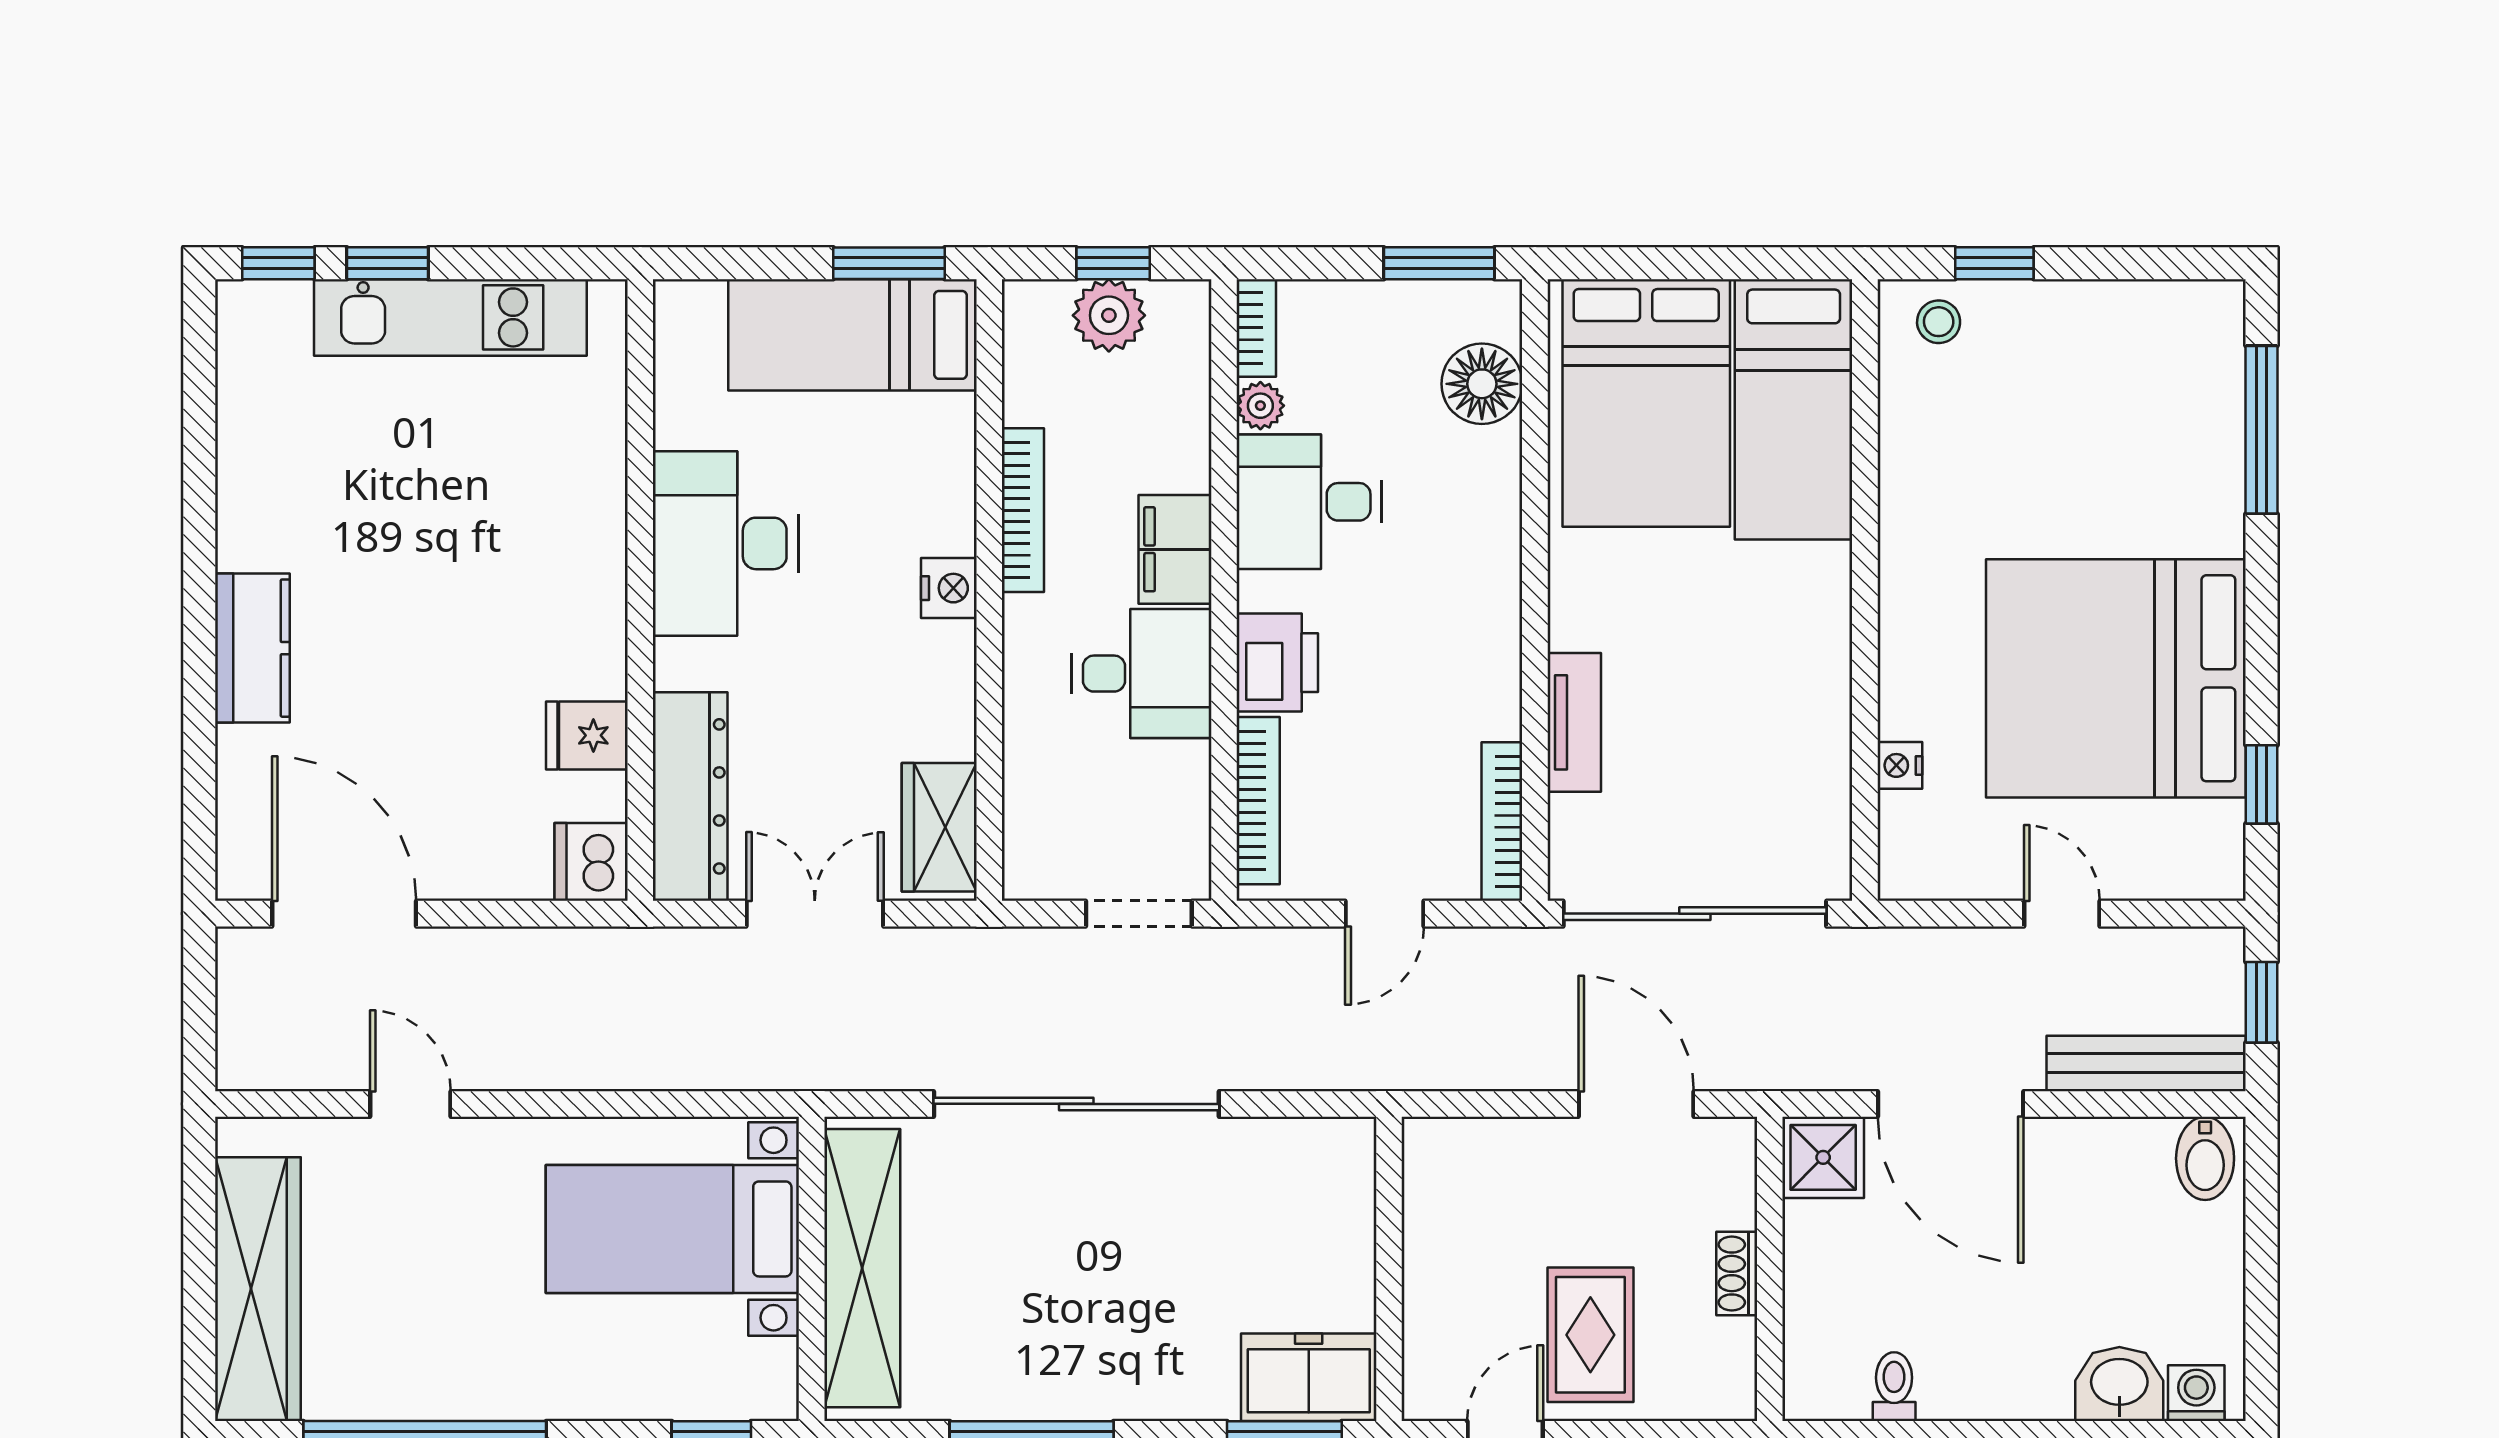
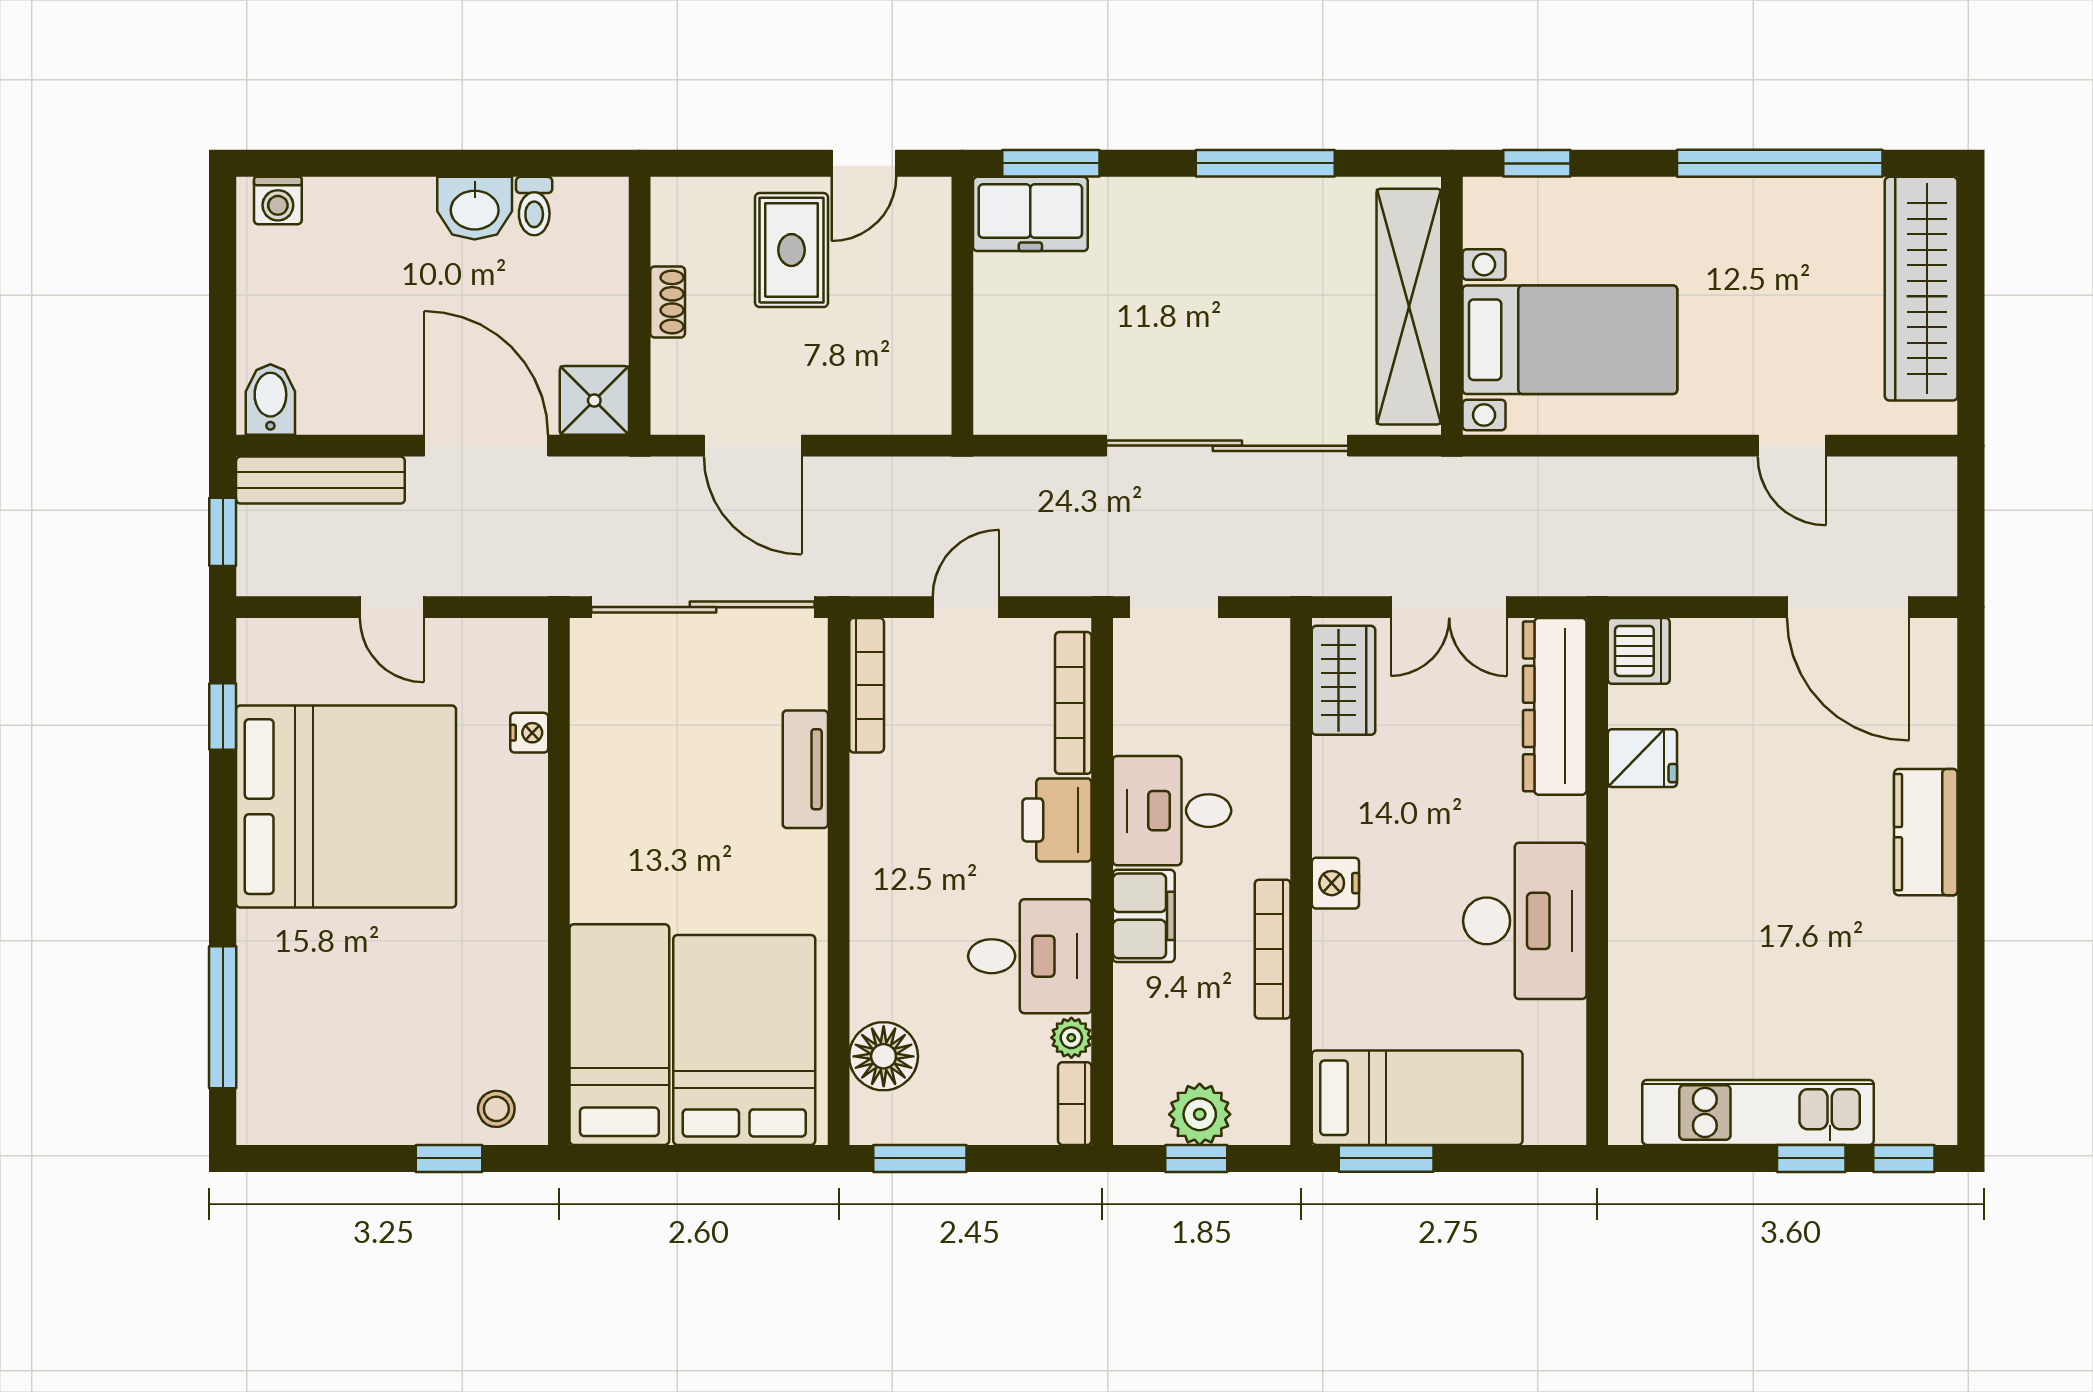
washbasin: (2119, 1384) -> (475, 208), moved

